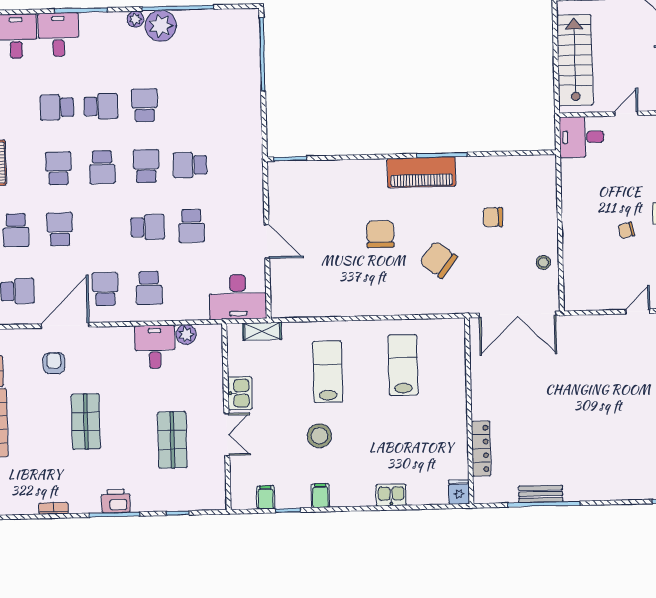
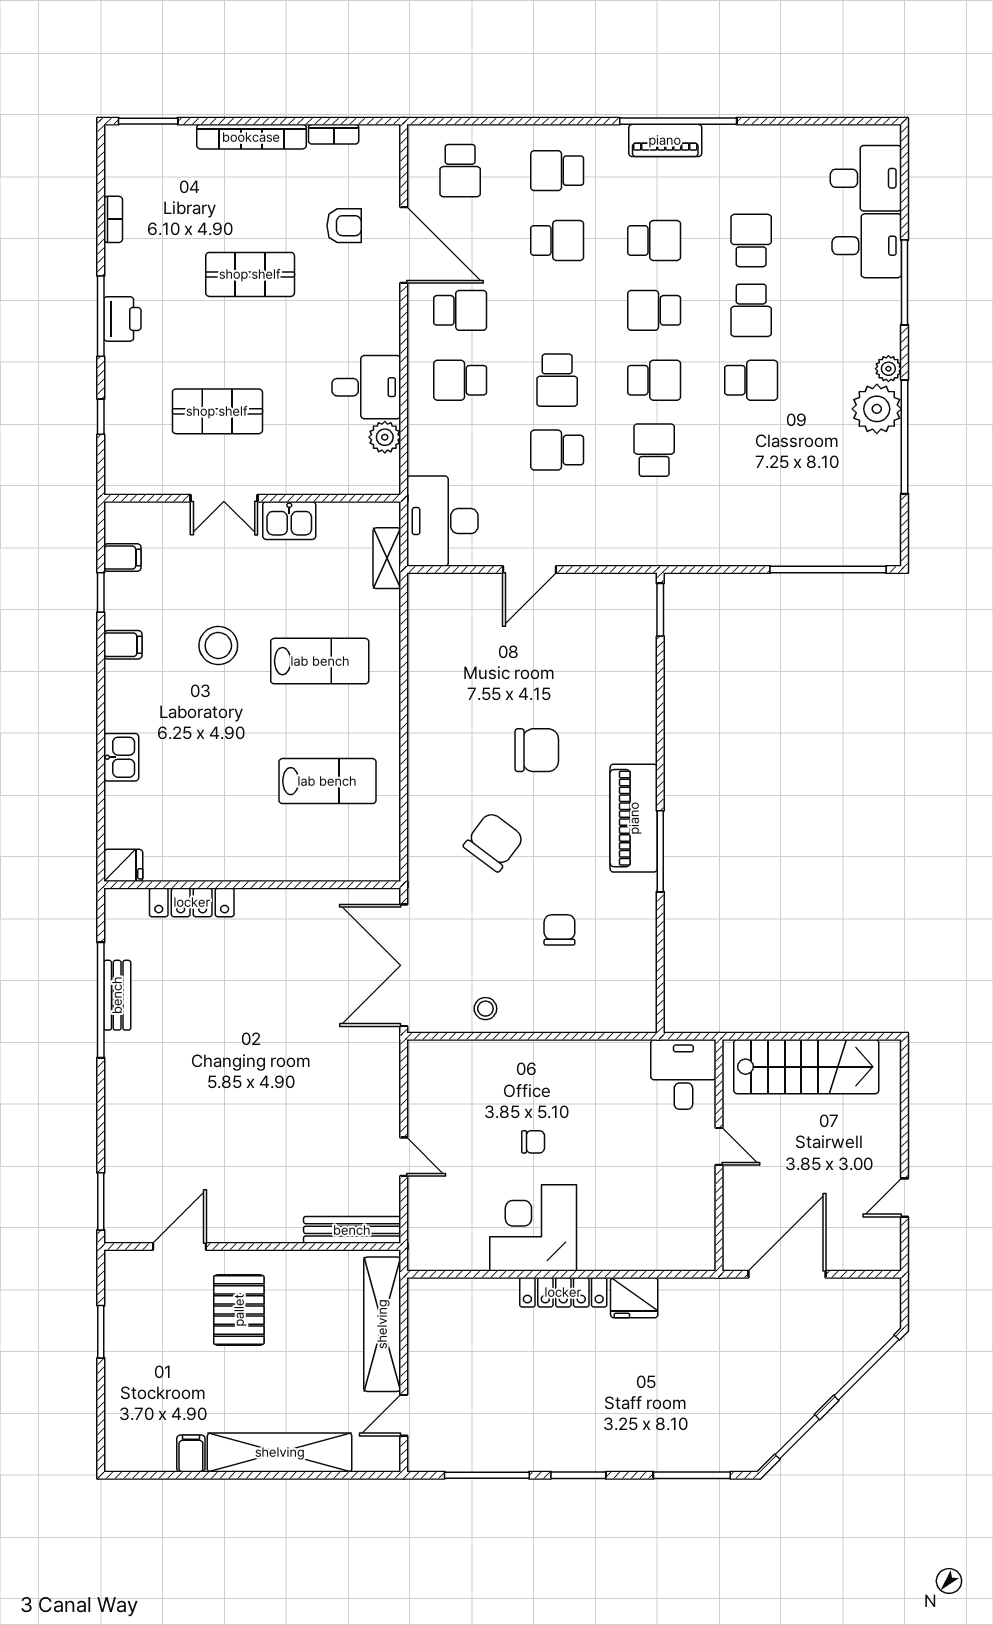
chair: (626, 230) -> (533, 1142), turned 103

